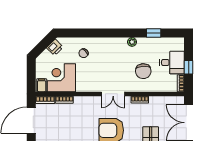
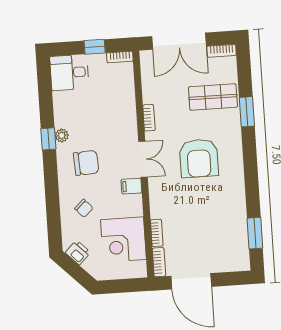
window: (154, 33) -> (48, 139), moved
desk: (172, 63) -> (69, 73), moved, turned -90
chair: (143, 71) -> (86, 163), moved
filing cabinet: (42, 85) -> (131, 186), moved

